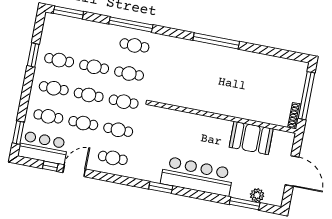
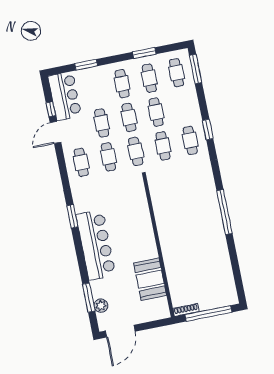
window: (131, 24) -> (208, 129), width x0.47
cafe table: (48, 116) -> (177, 73), moved
window: (18, 133) -> (86, 65), moved
door: (74, 171) -> (55, 132), swing flipped
door: (292, 171) -> (120, 331), moved

